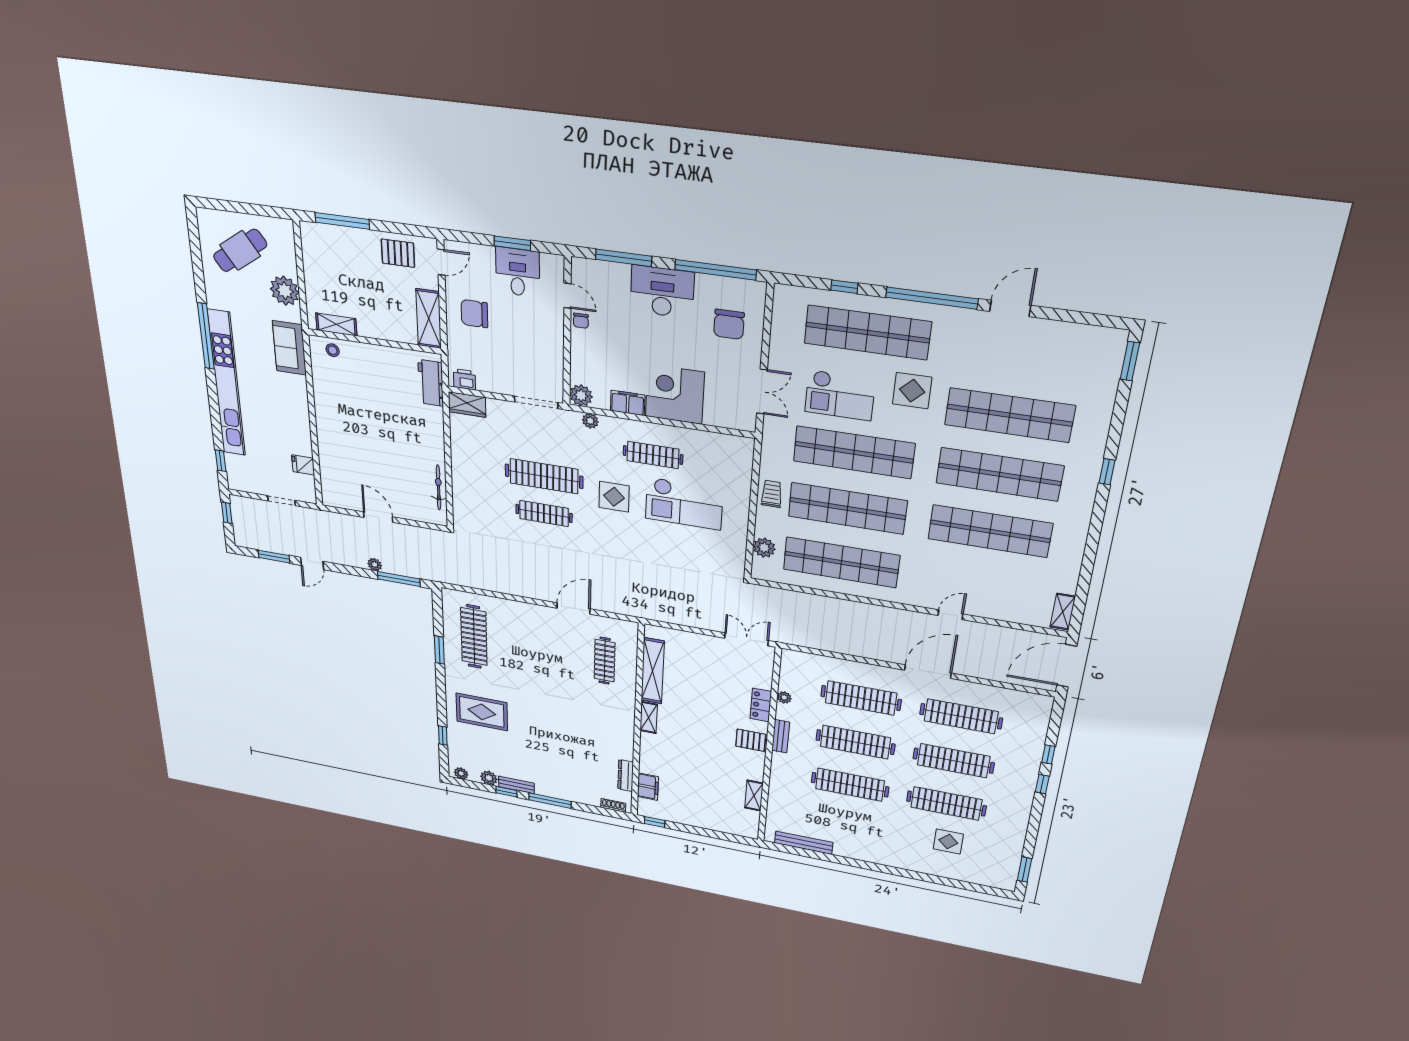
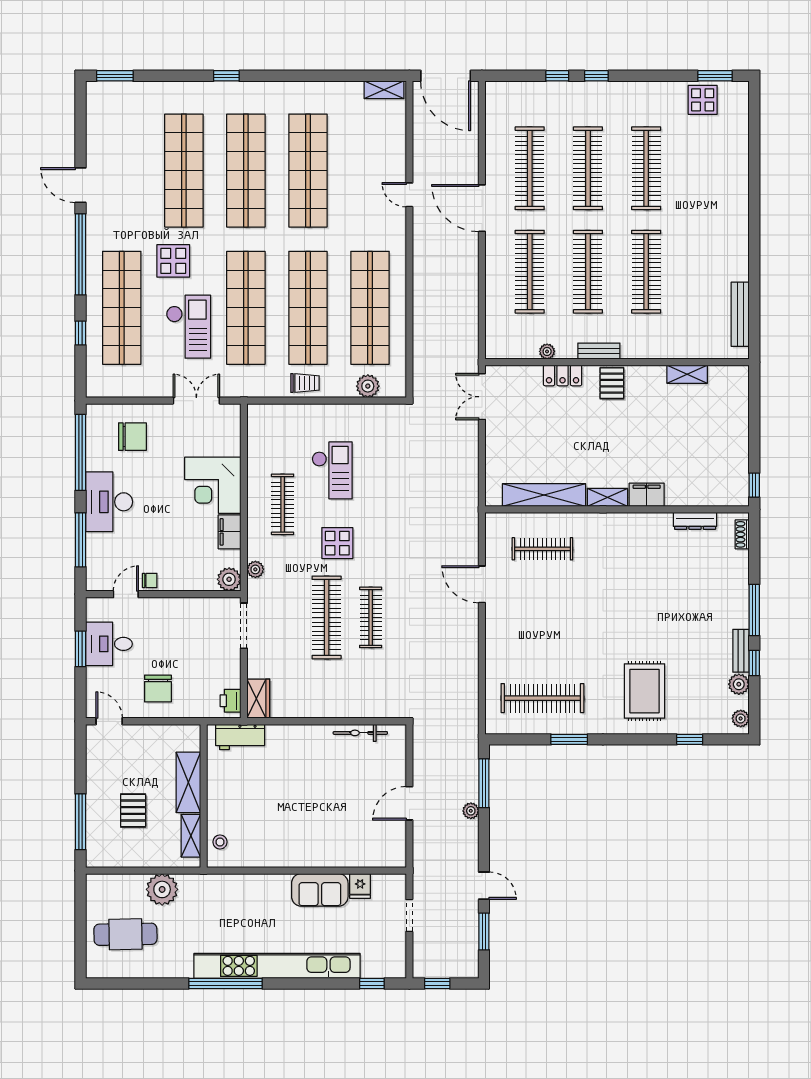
cafe table: (240, 250) -> (125, 934), turned -56
pallet: (398, 253) -> (133, 811), moved
shelving: (429, 319) -> (188, 782), moved, turned 90
sofa: (289, 348) -> (320, 890), moved
trolley: (772, 494) -> (305, 383), turned 180
checkout: (684, 504) -> (332, 470), width x0.73, depth x0.83
filing cabinet: (648, 787) -> (647, 495), moved
display table: (948, 842) -> (703, 100), moved

